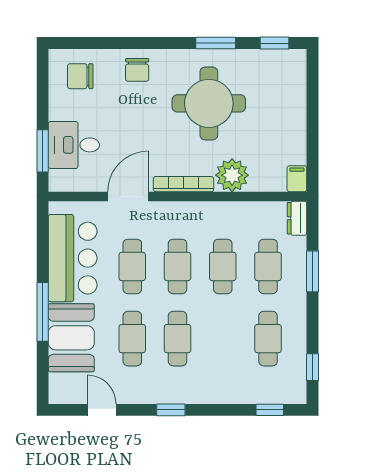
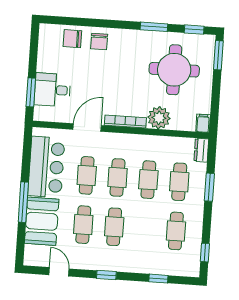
chair: (80, 76) -> (72, 39), moved
window: (312, 78) -> (218, 55), added
round table: (209, 103) -> (174, 70), moved
window: (270, 410) -> (158, 279), moved

